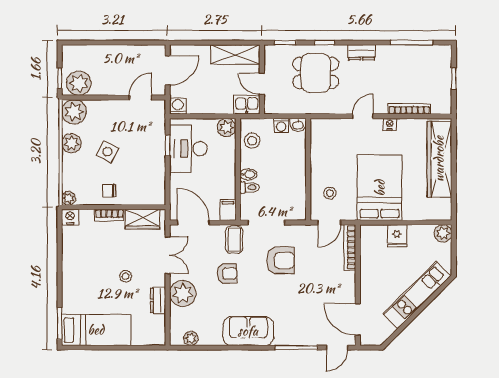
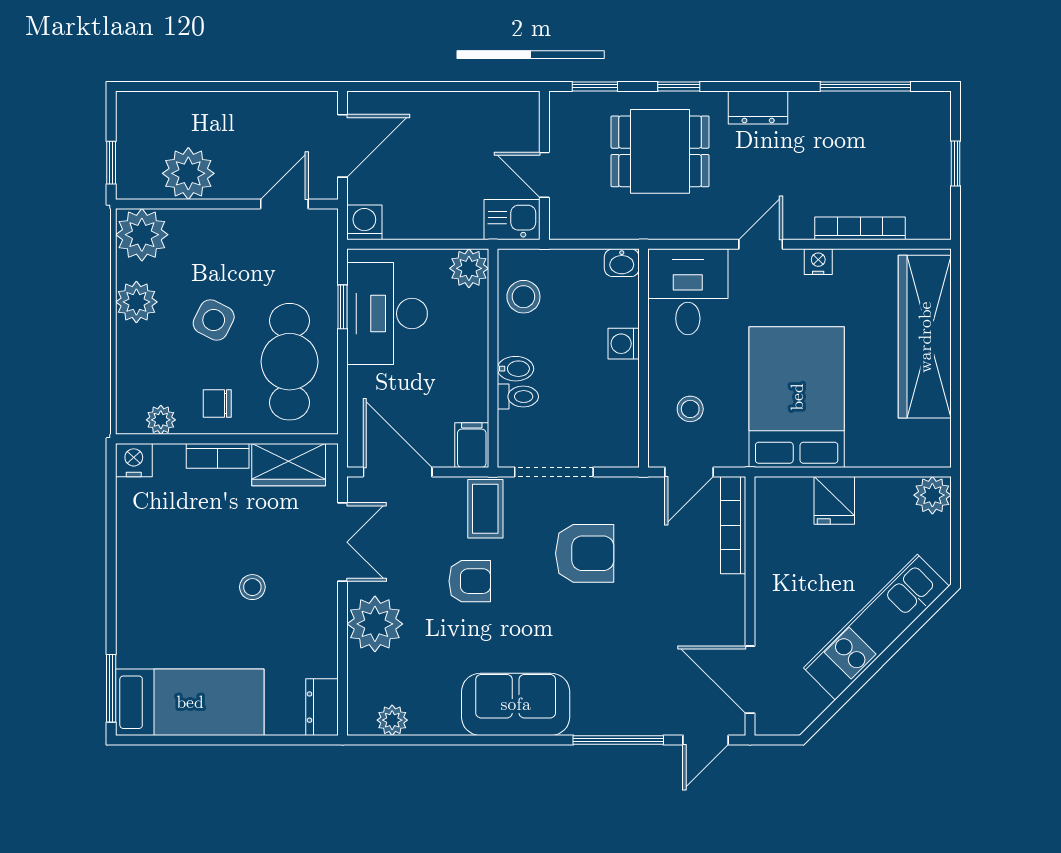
shelving: (235, 55) -> (487, 112), removed
plant: (79, 83) -> (188, 173), moved
washing machine: (281, 126) -> (624, 344), moved, turned 90
desk: (329, 138) -> (688, 292), added
cafe table: (143, 171) -> (290, 362), added
plant: (69, 198) -> (161, 420), moved
dresser: (158, 300) -> (322, 707), moved

